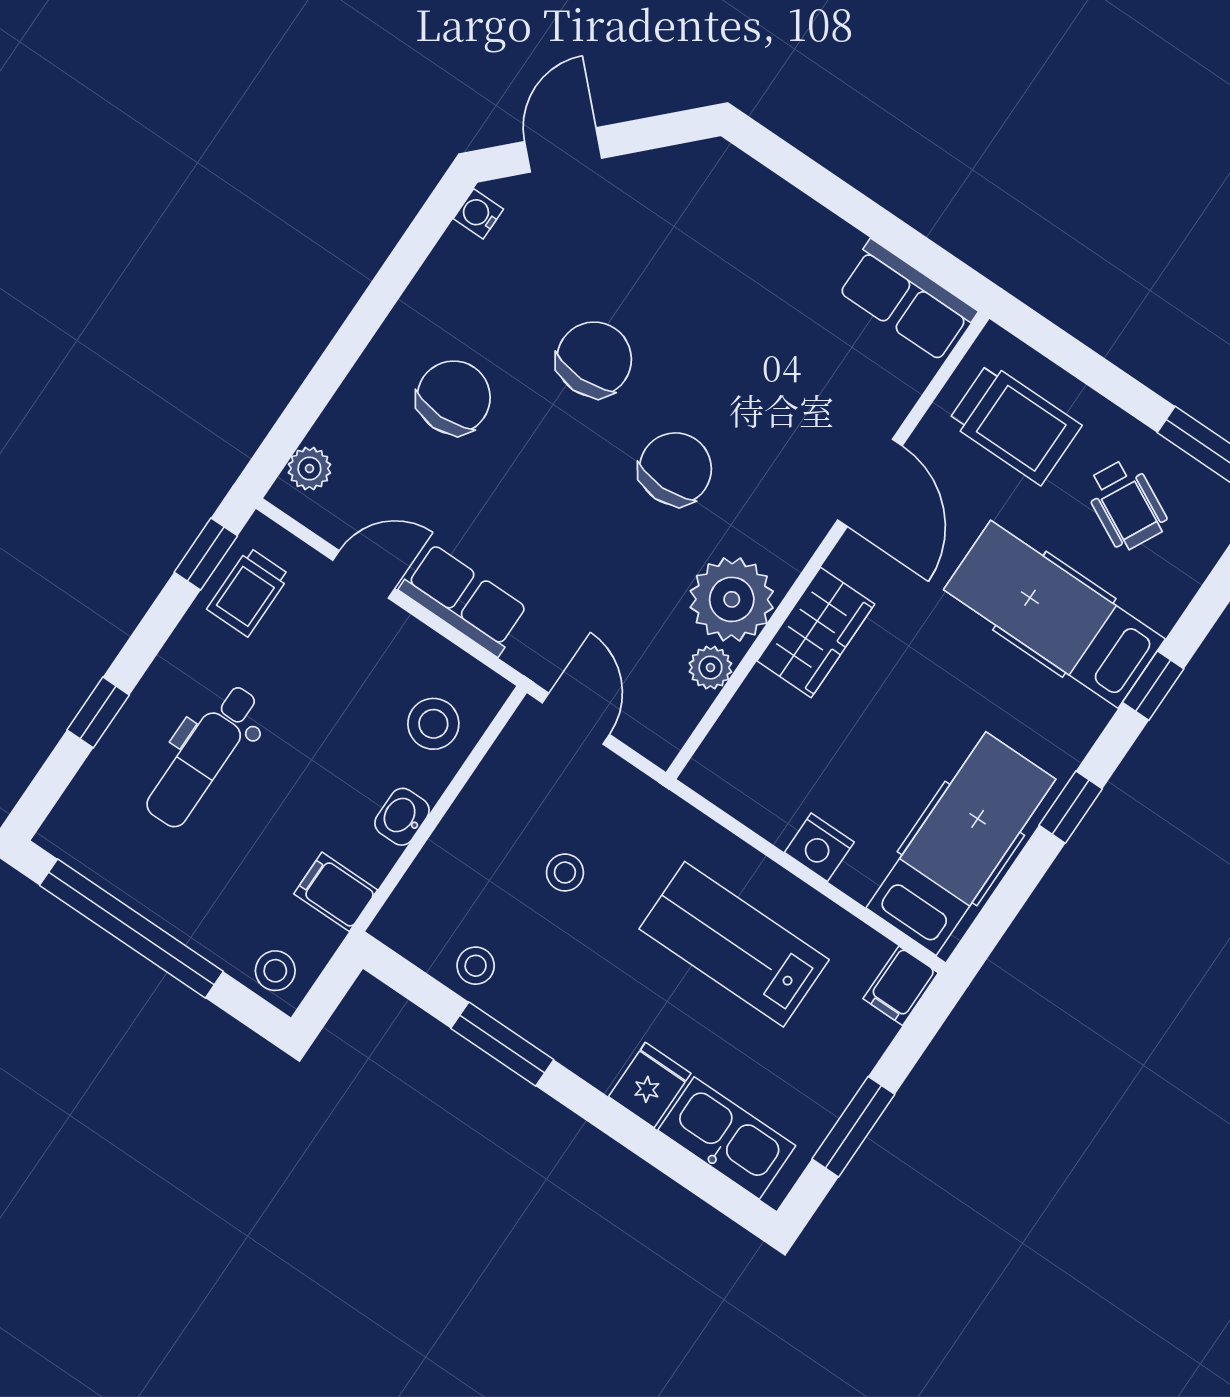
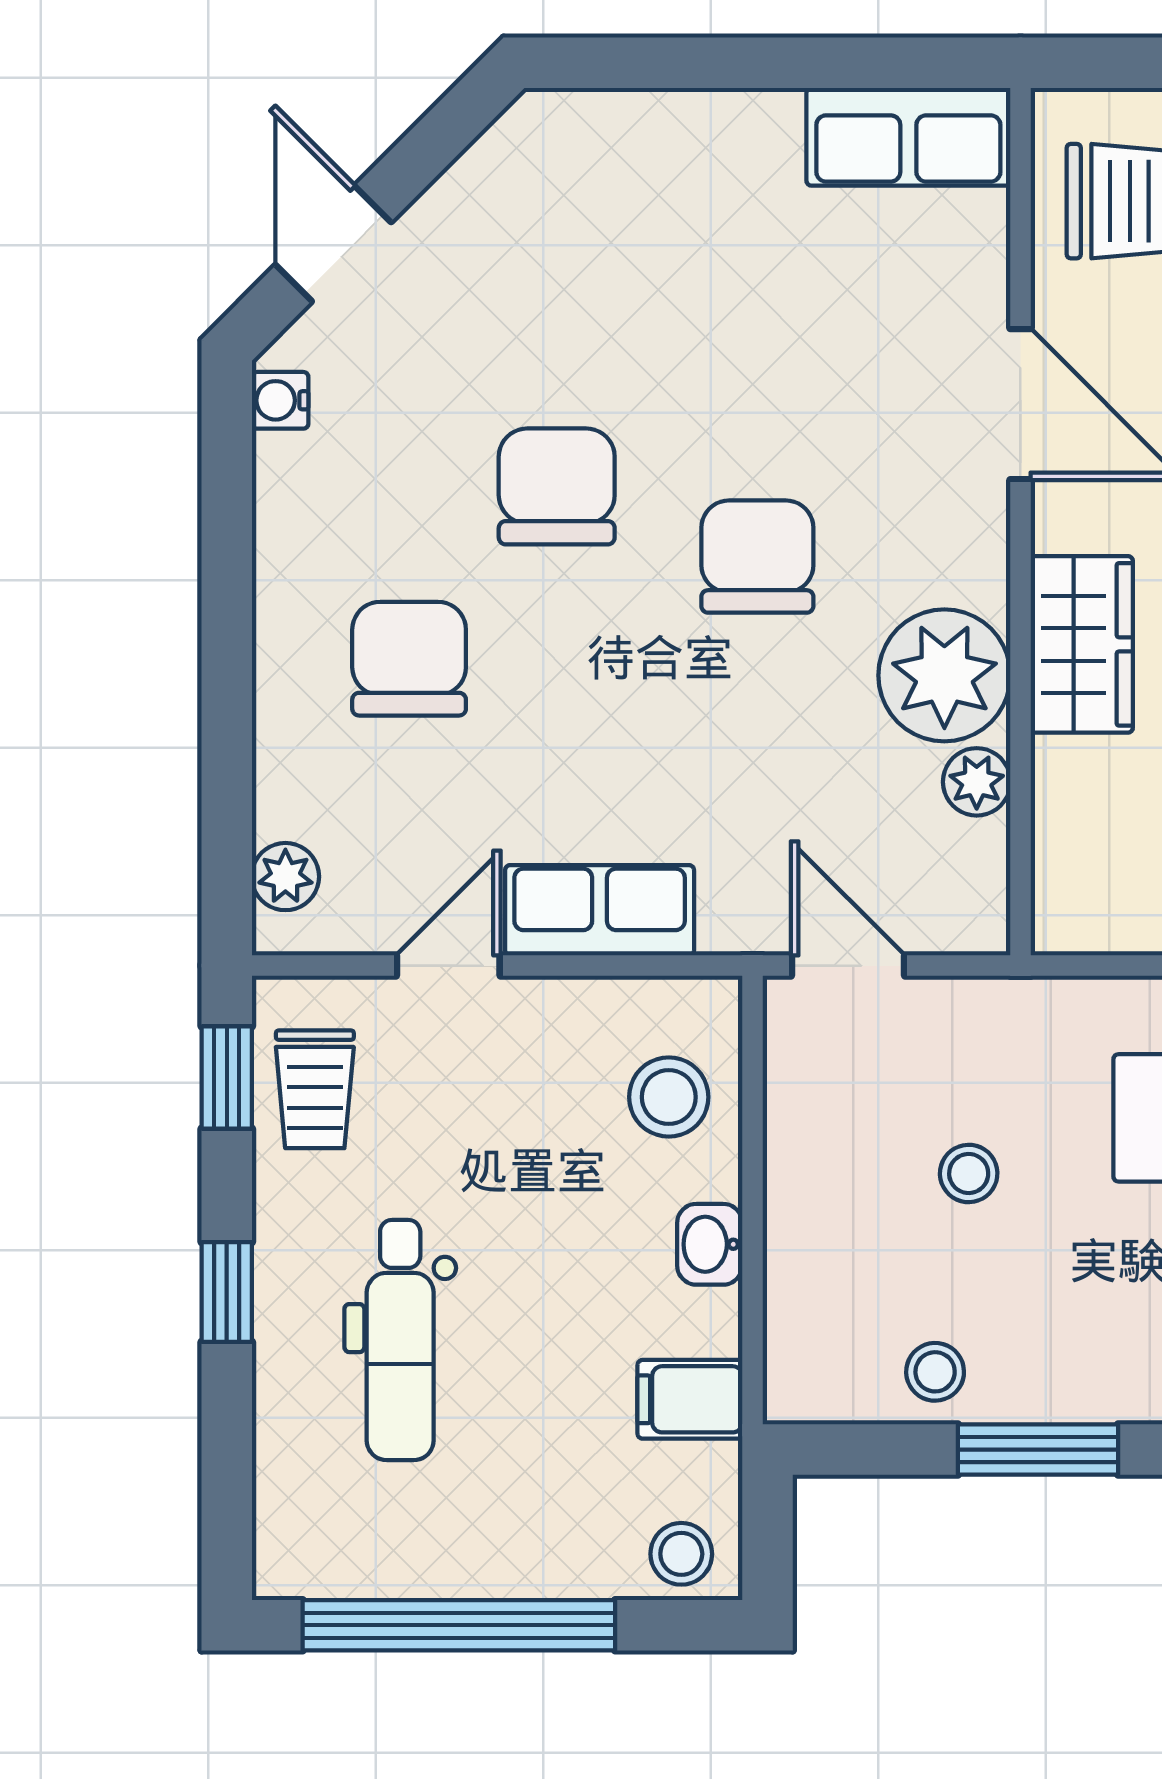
window: (98, 712) -> (227, 1292), moved

